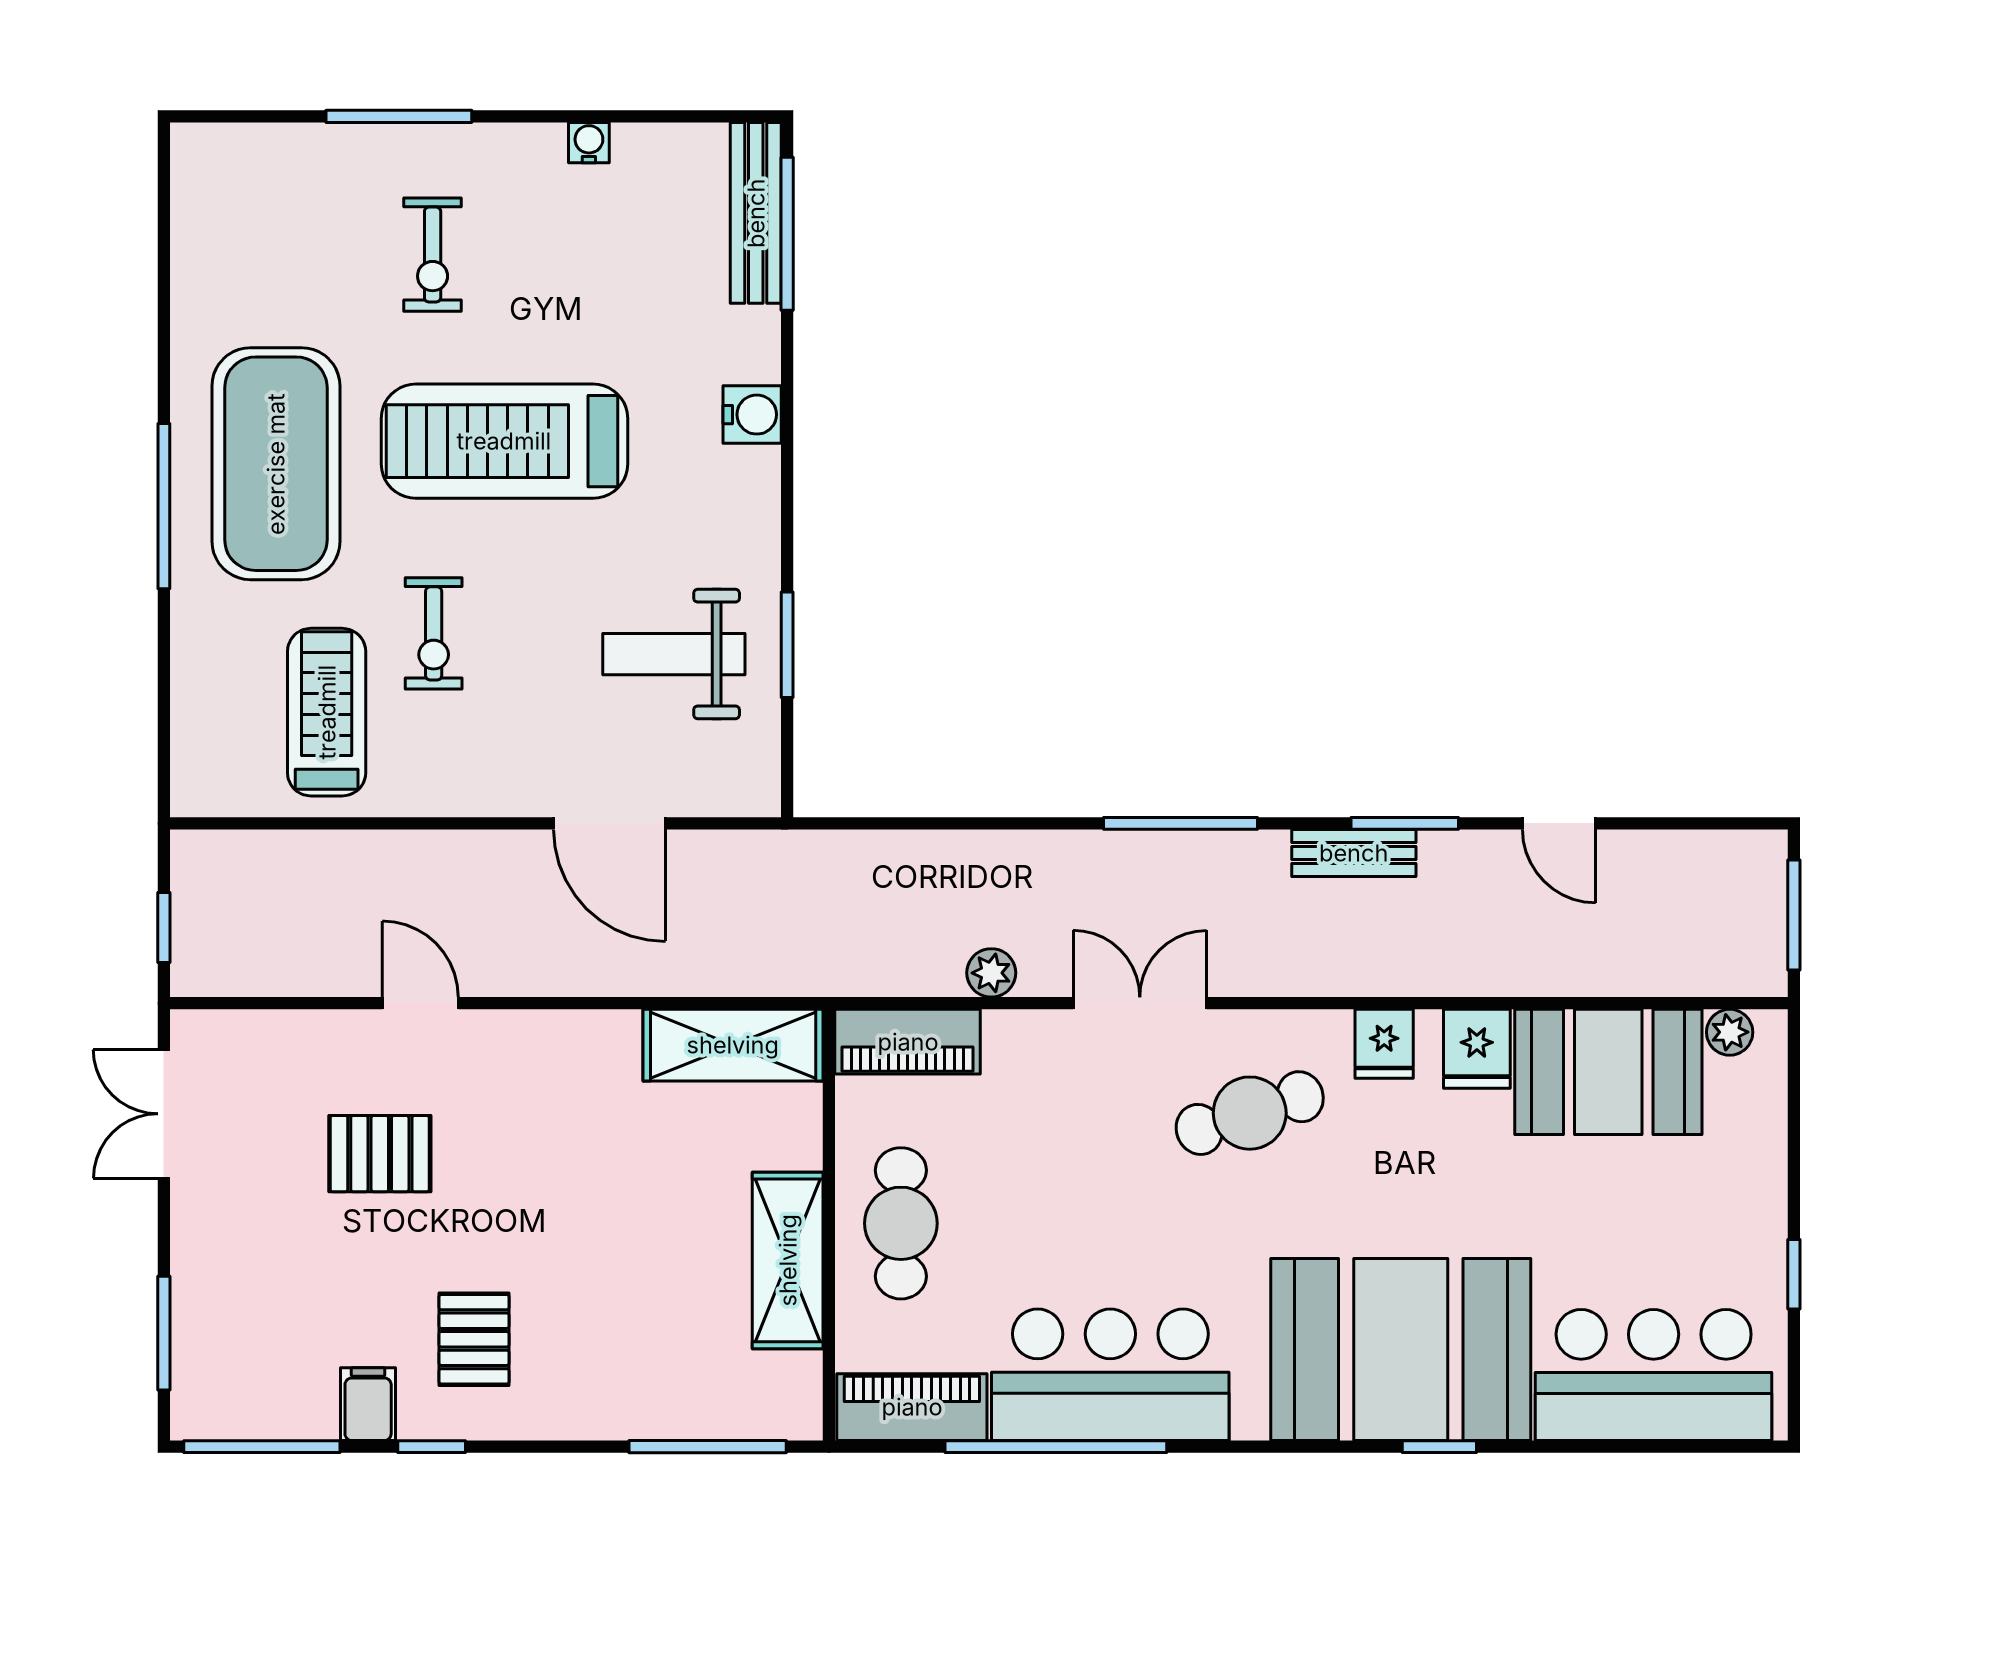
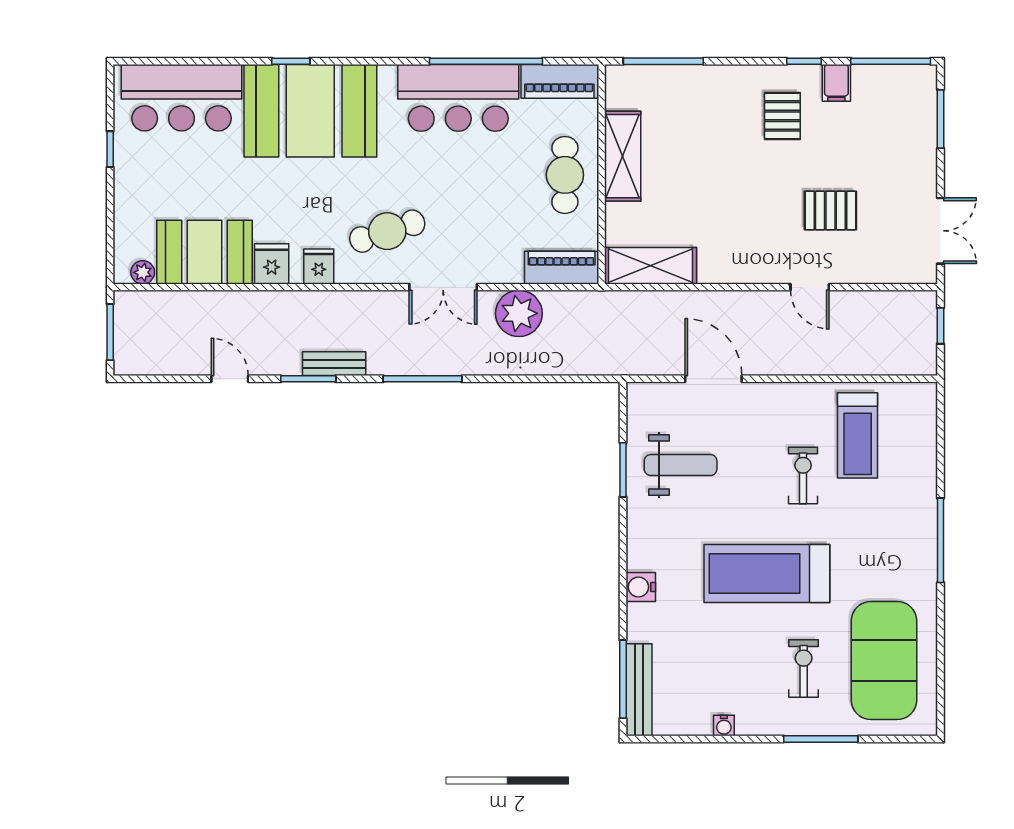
treadmill: (504, 441) -> (767, 573), turned 180
exercise mat: (276, 464) -> (884, 660), moved
plant: (991, 973) -> (519, 313), width x1.87, depth x1.87

